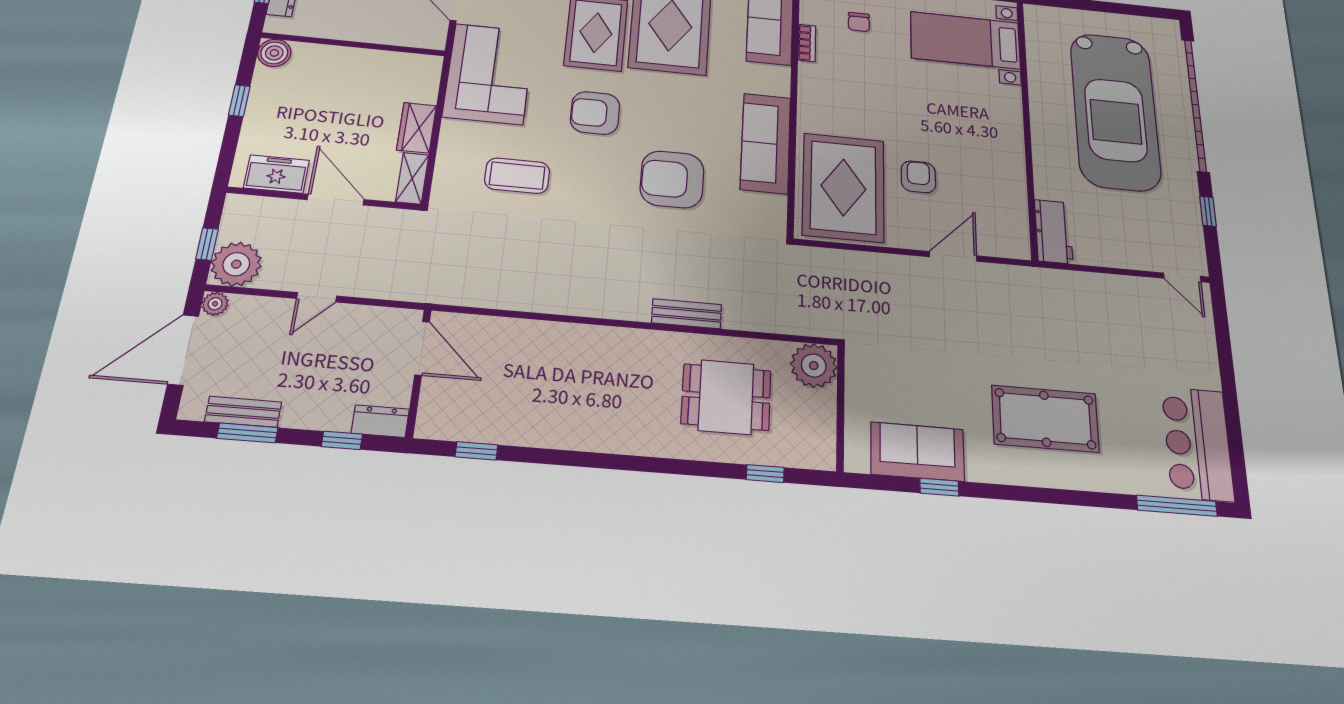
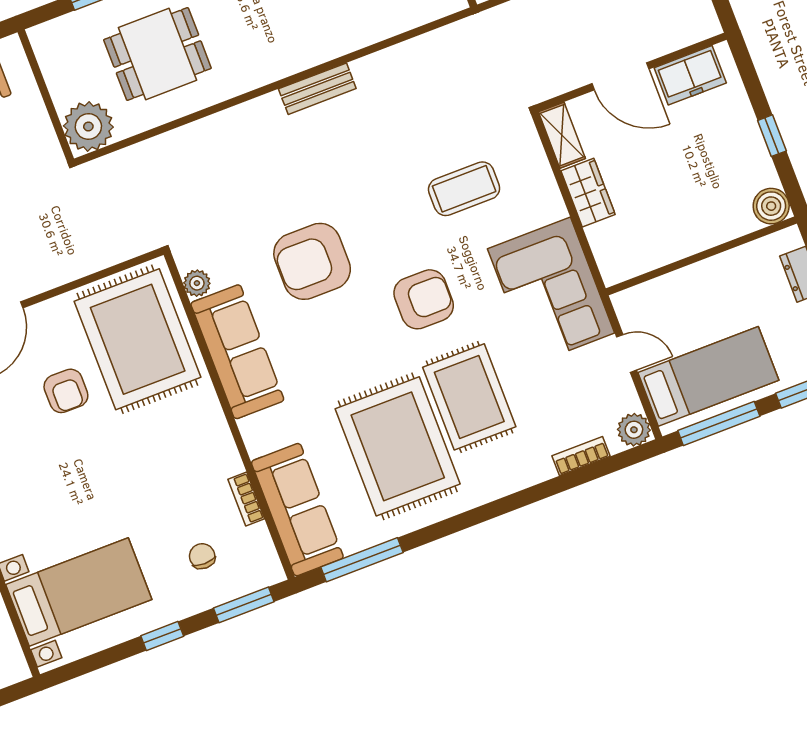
armchair: (672, 179) -> (312, 261), turned 180
plant: (775, 206) -> (197, 283), added
bench: (687, 314) -> (317, 89), moved

